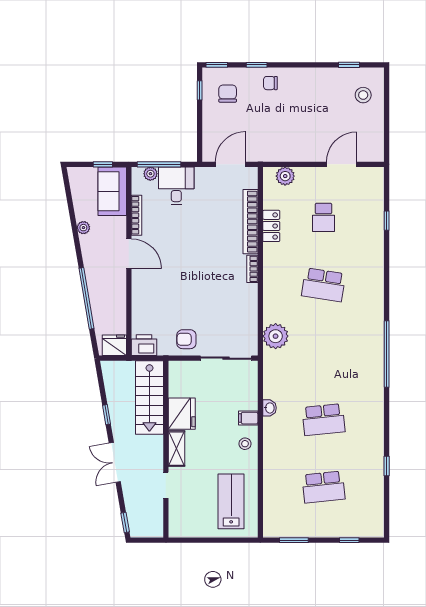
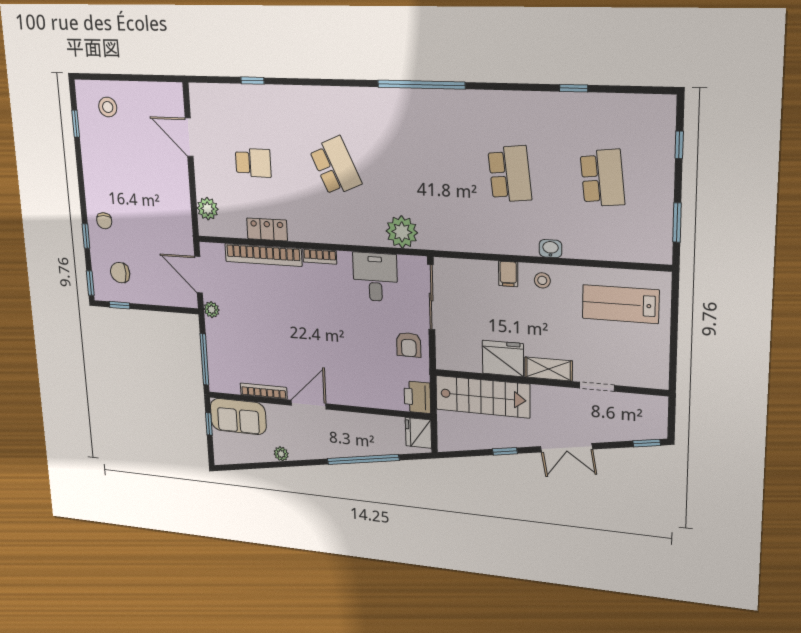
plant: (150, 174) -> (212, 310), moved
desk: (176, 186) -> (375, 277), moved, turned 90
school desk: (324, 285) -> (335, 166), turned -33
washbasin: (269, 408) -> (551, 249), moved

